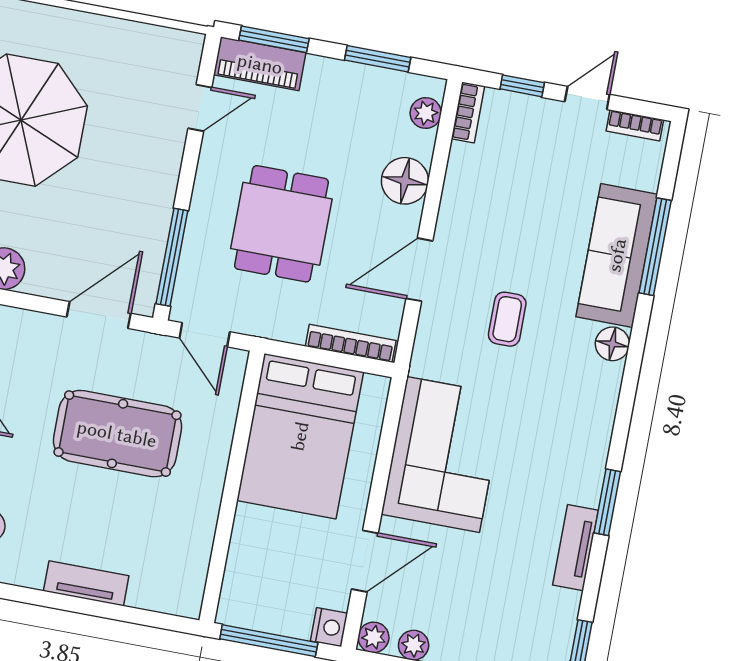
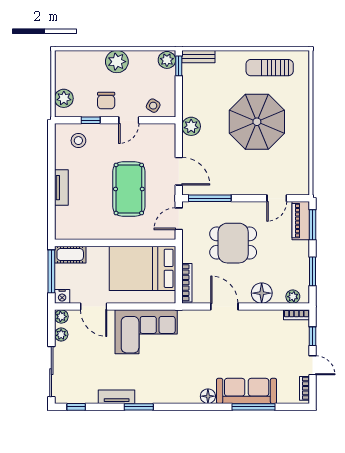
door: (200, 108) -> (277, 198), hinge flipped
coffee table: (507, 319) -> (210, 349), removed
cot: (239, 592) -> (70, 255), added

